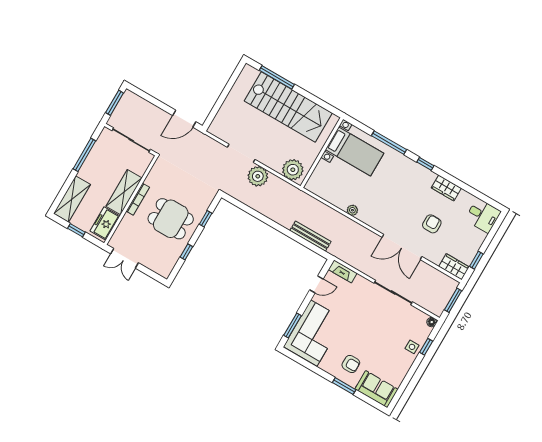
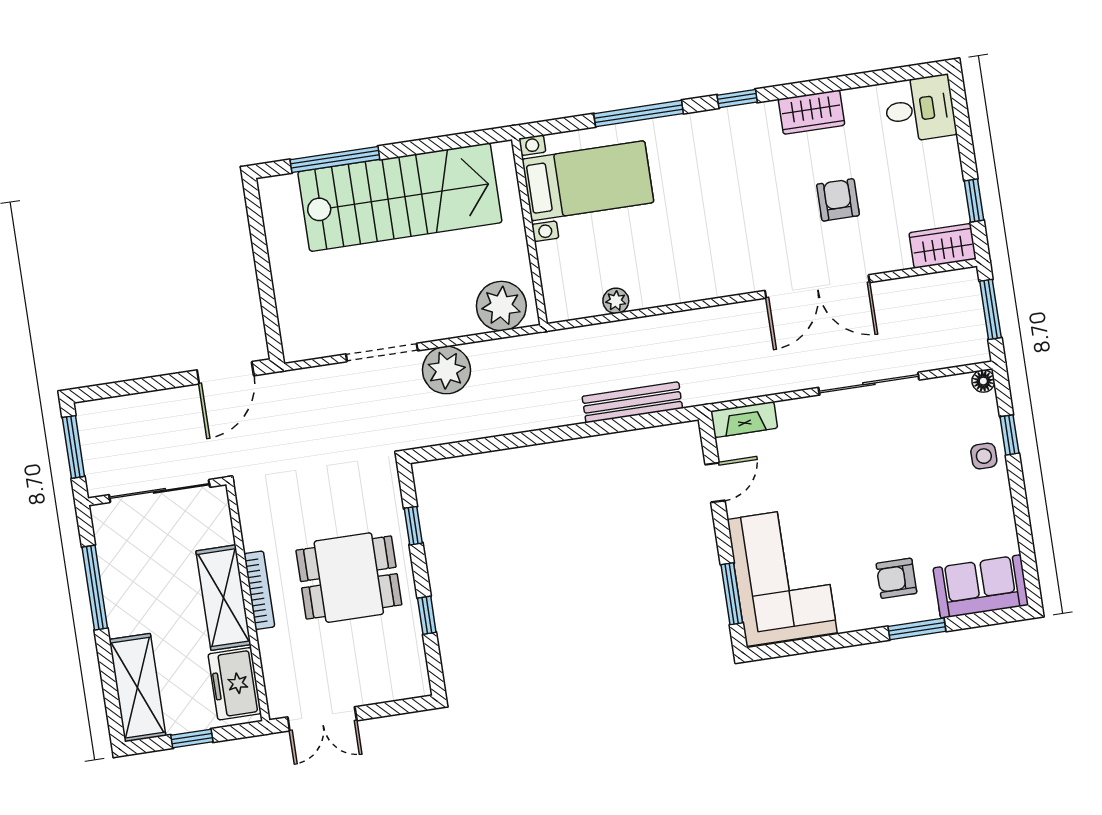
plant: (352, 210) -> (616, 301), moved
armchair: (351, 364) -> (896, 578), turned 180

